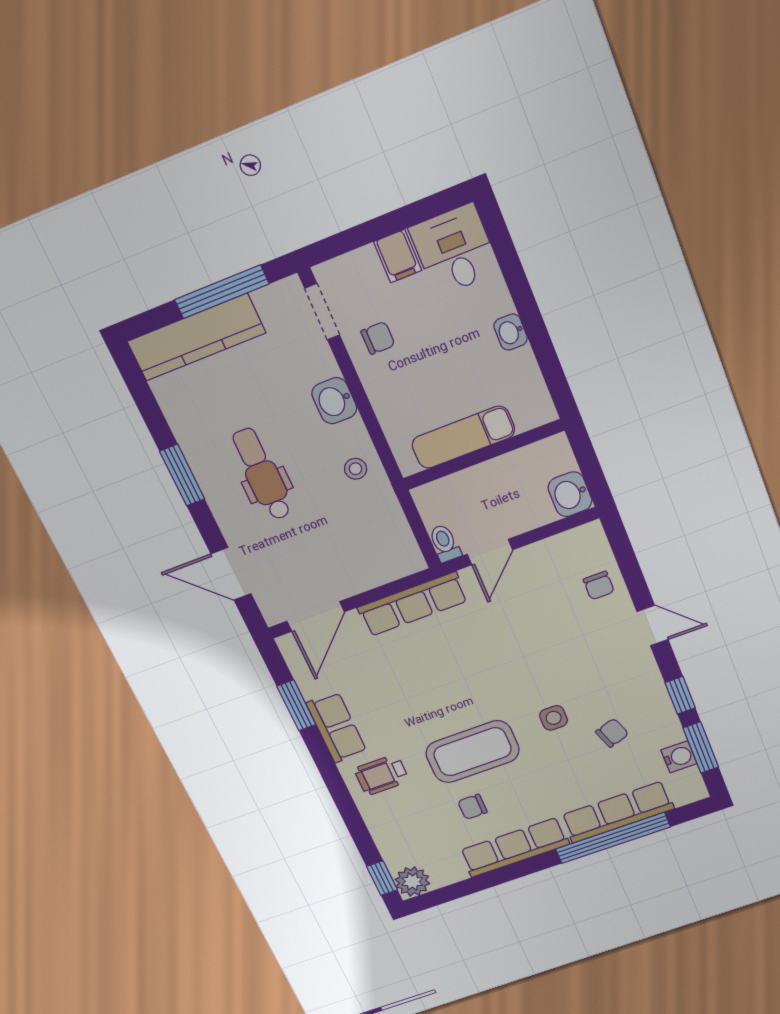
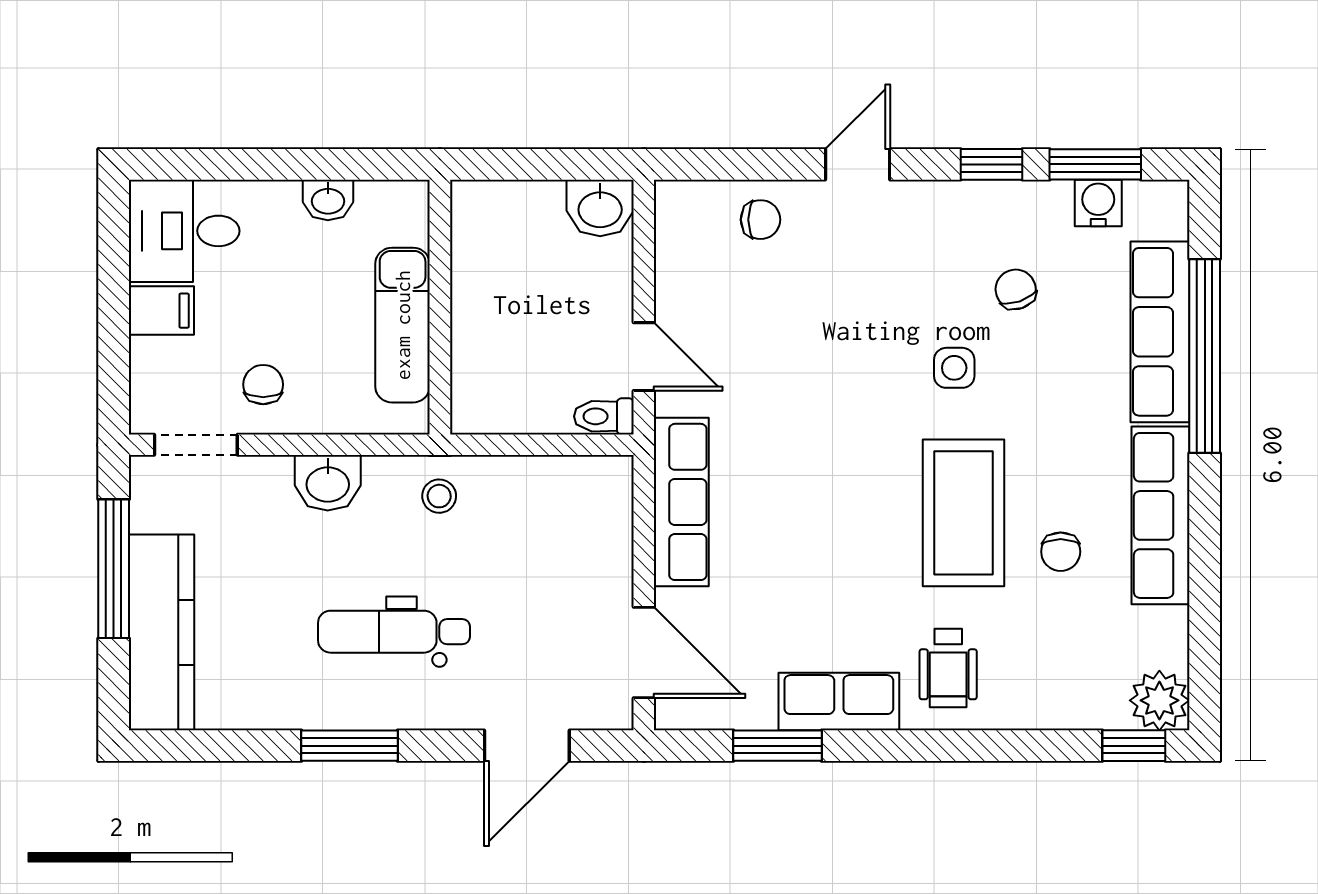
exam couch: (463, 437) -> (403, 325), moved
wall: (483, 455) -> (440, 307), moved

